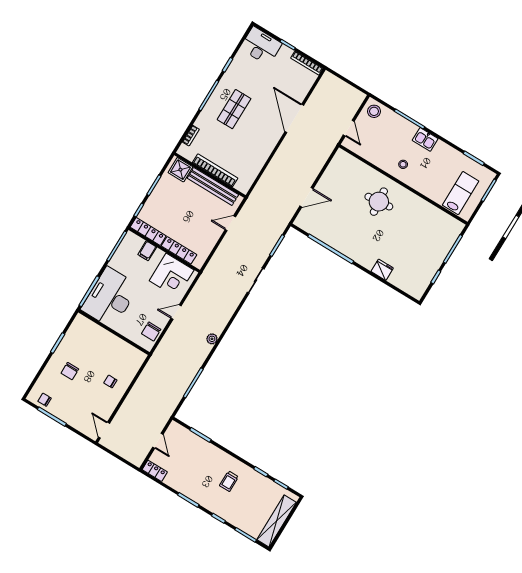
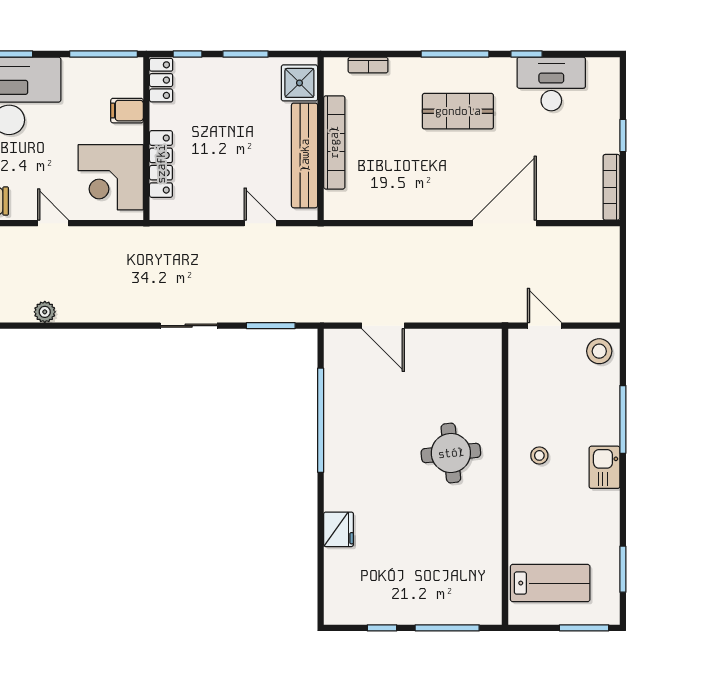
desk: (261, 46) -> (551, 84), moved, turned -90
door: (349, 128) -> (544, 326), swing flipped
locker: (148, 231) -> (161, 80), width x0.66

